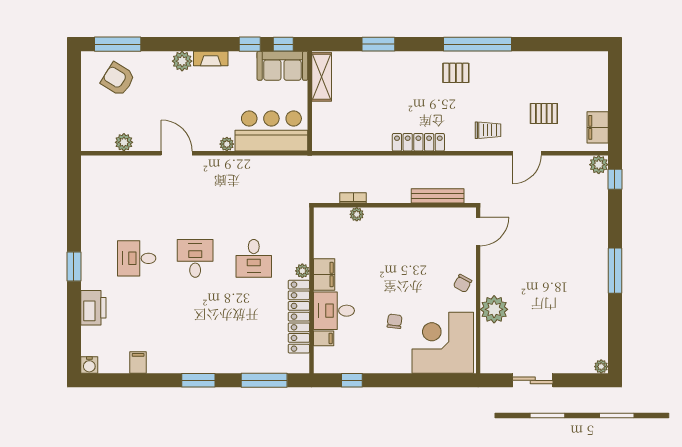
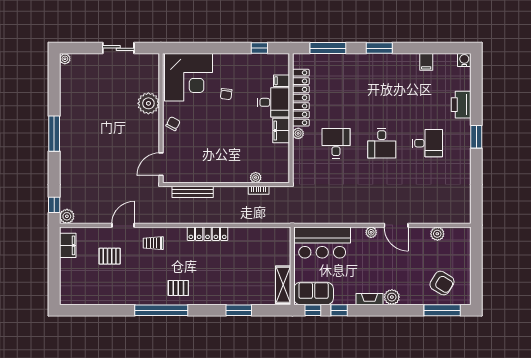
plant: (227, 144) -> (371, 232), moved

